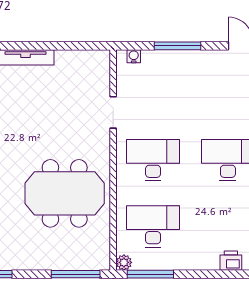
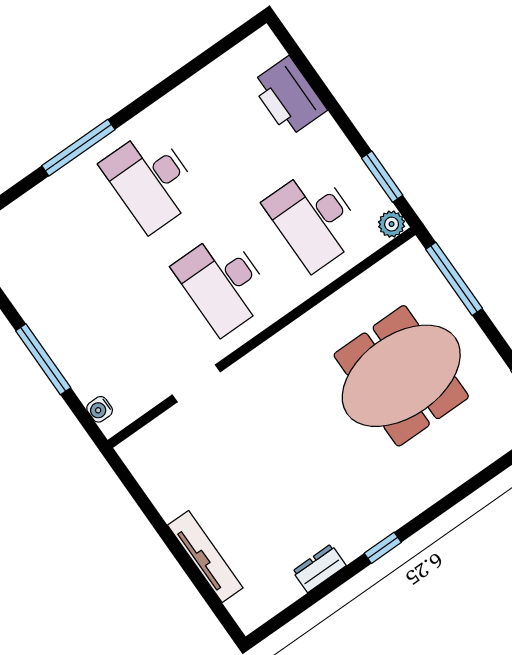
meeting table: (65, 193) -> (401, 376), moved, turned 90
printer: (231, 261) -> (289, 97), width x1.87, depth x1.48
window: (150, 274) -> (382, 177), width x0.69

